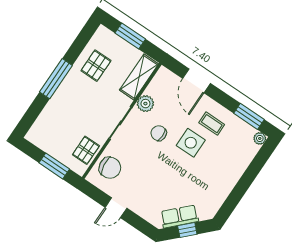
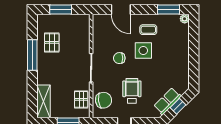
shelving: (139, 77) -> (43, 101), moved
window: (56, 79) -> (32, 55), moved
plant: (145, 104) -> (99, 45), removed
wheelchair: (148, 178) -> (132, 91), added

